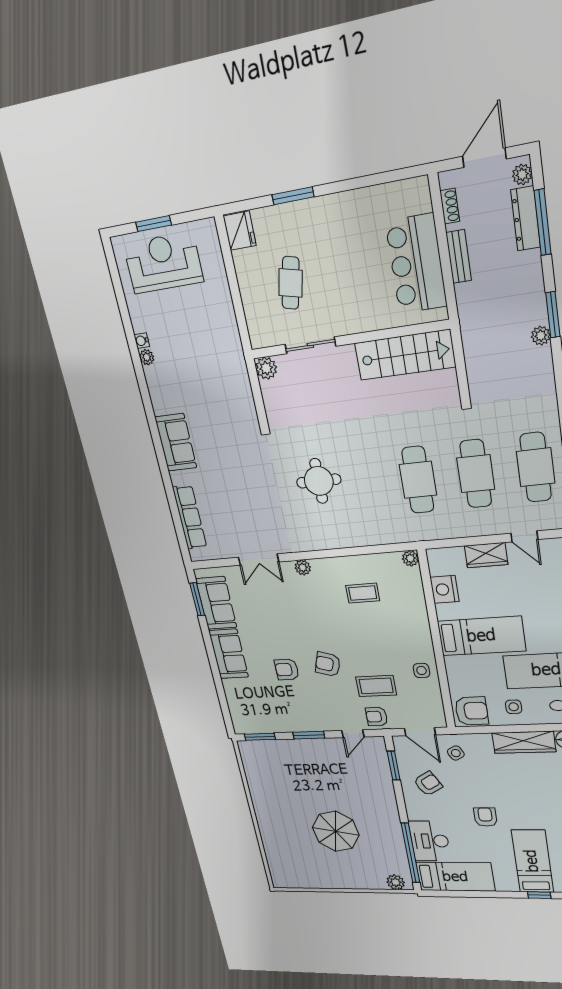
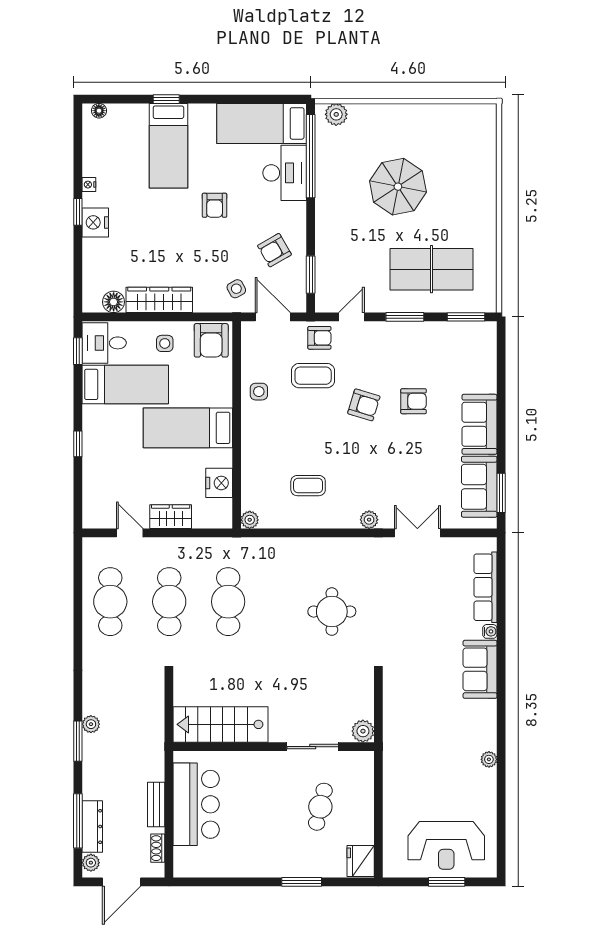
water cooler: (142, 341) -> (490, 631), moved
armchair: (471, 711) -> (211, 340), turned -90
table tennis table: (296, 772) -> (432, 269), added

